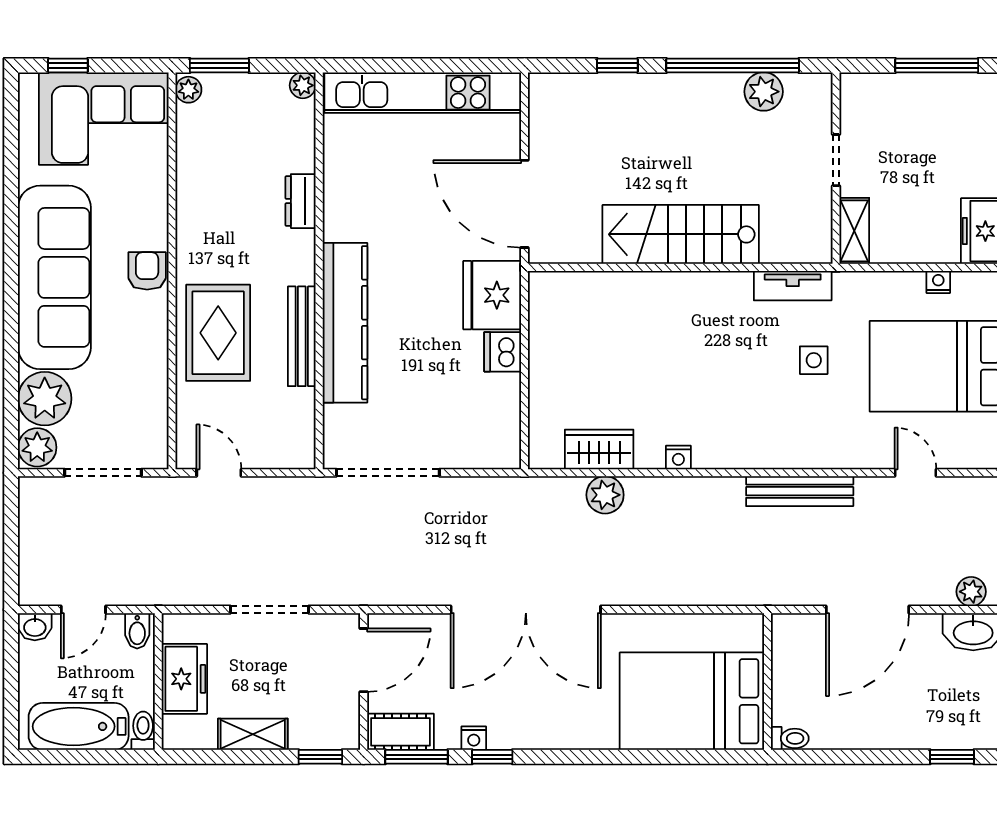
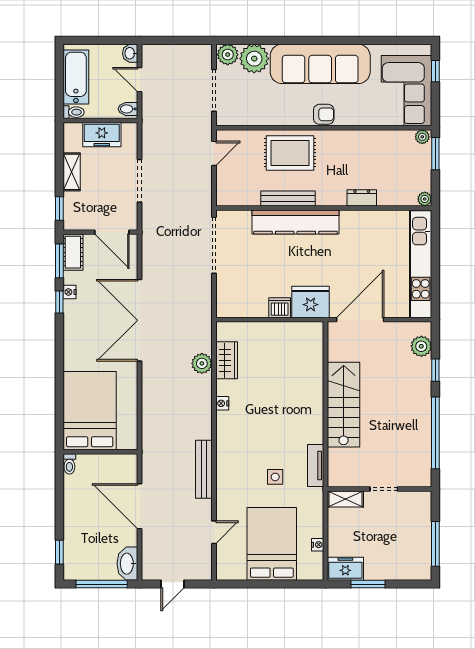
plant: (764, 92) -> (421, 346), moved
plant: (971, 592) -> (149, 563), removed

